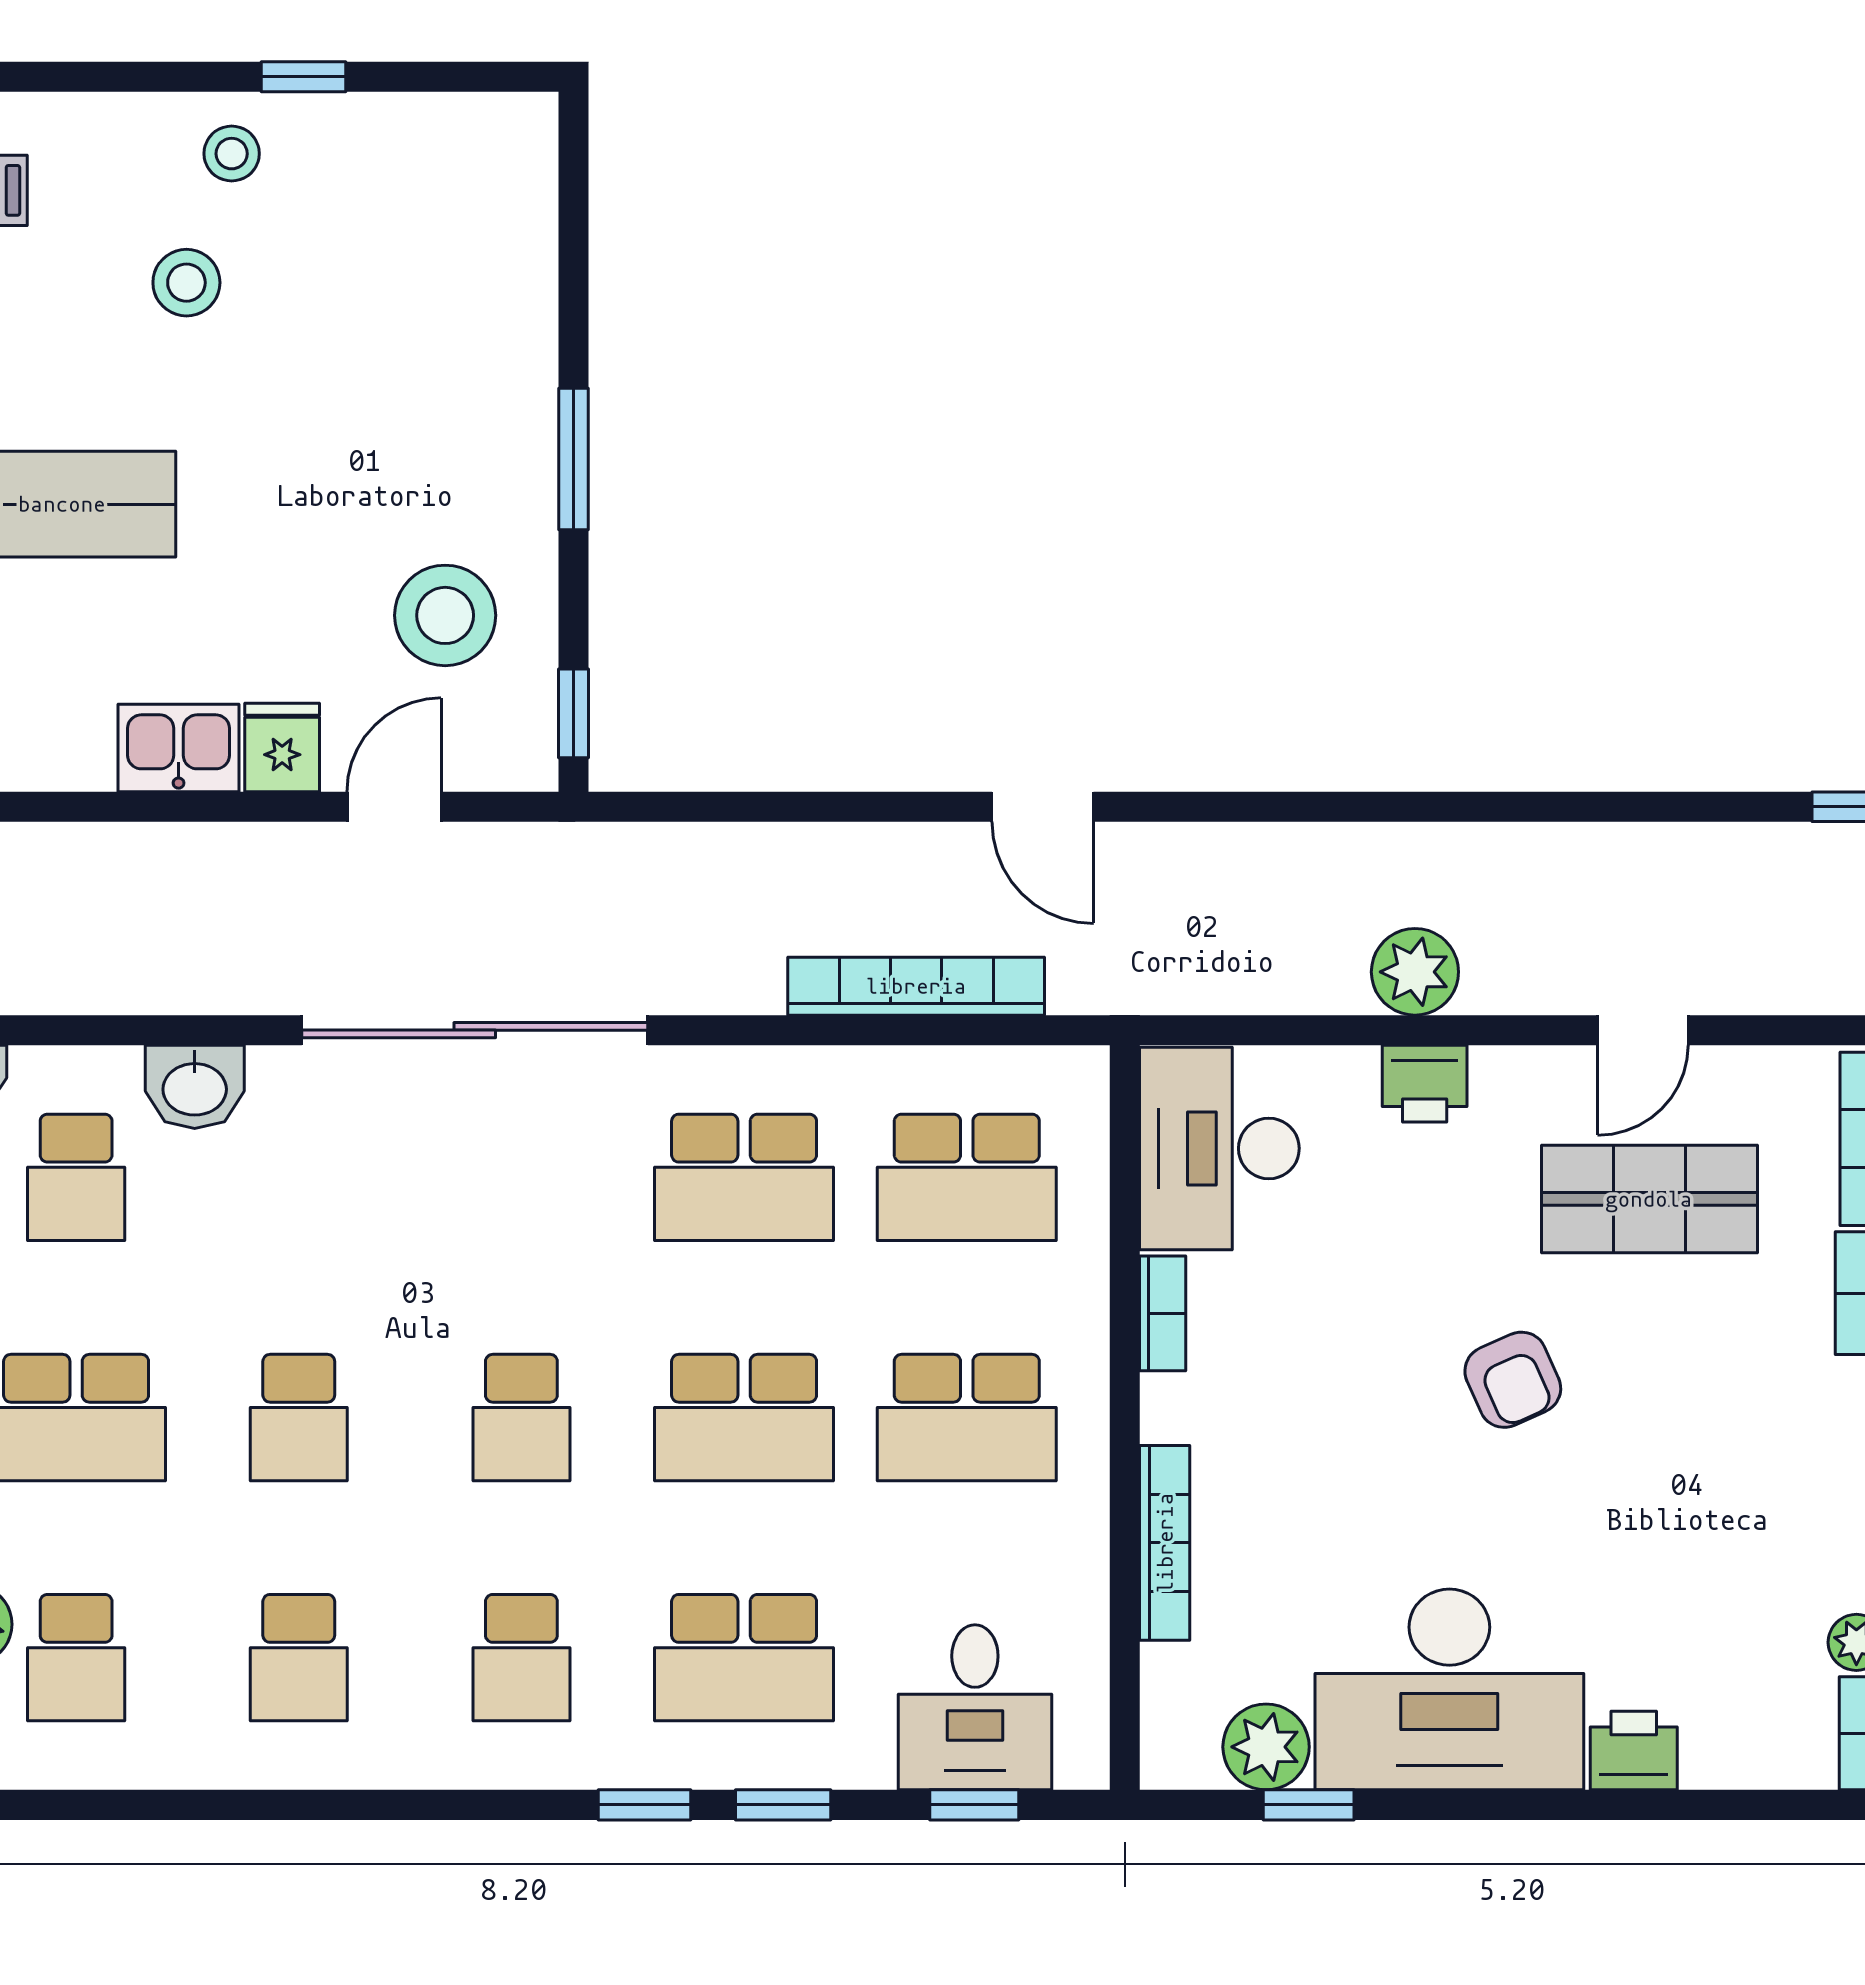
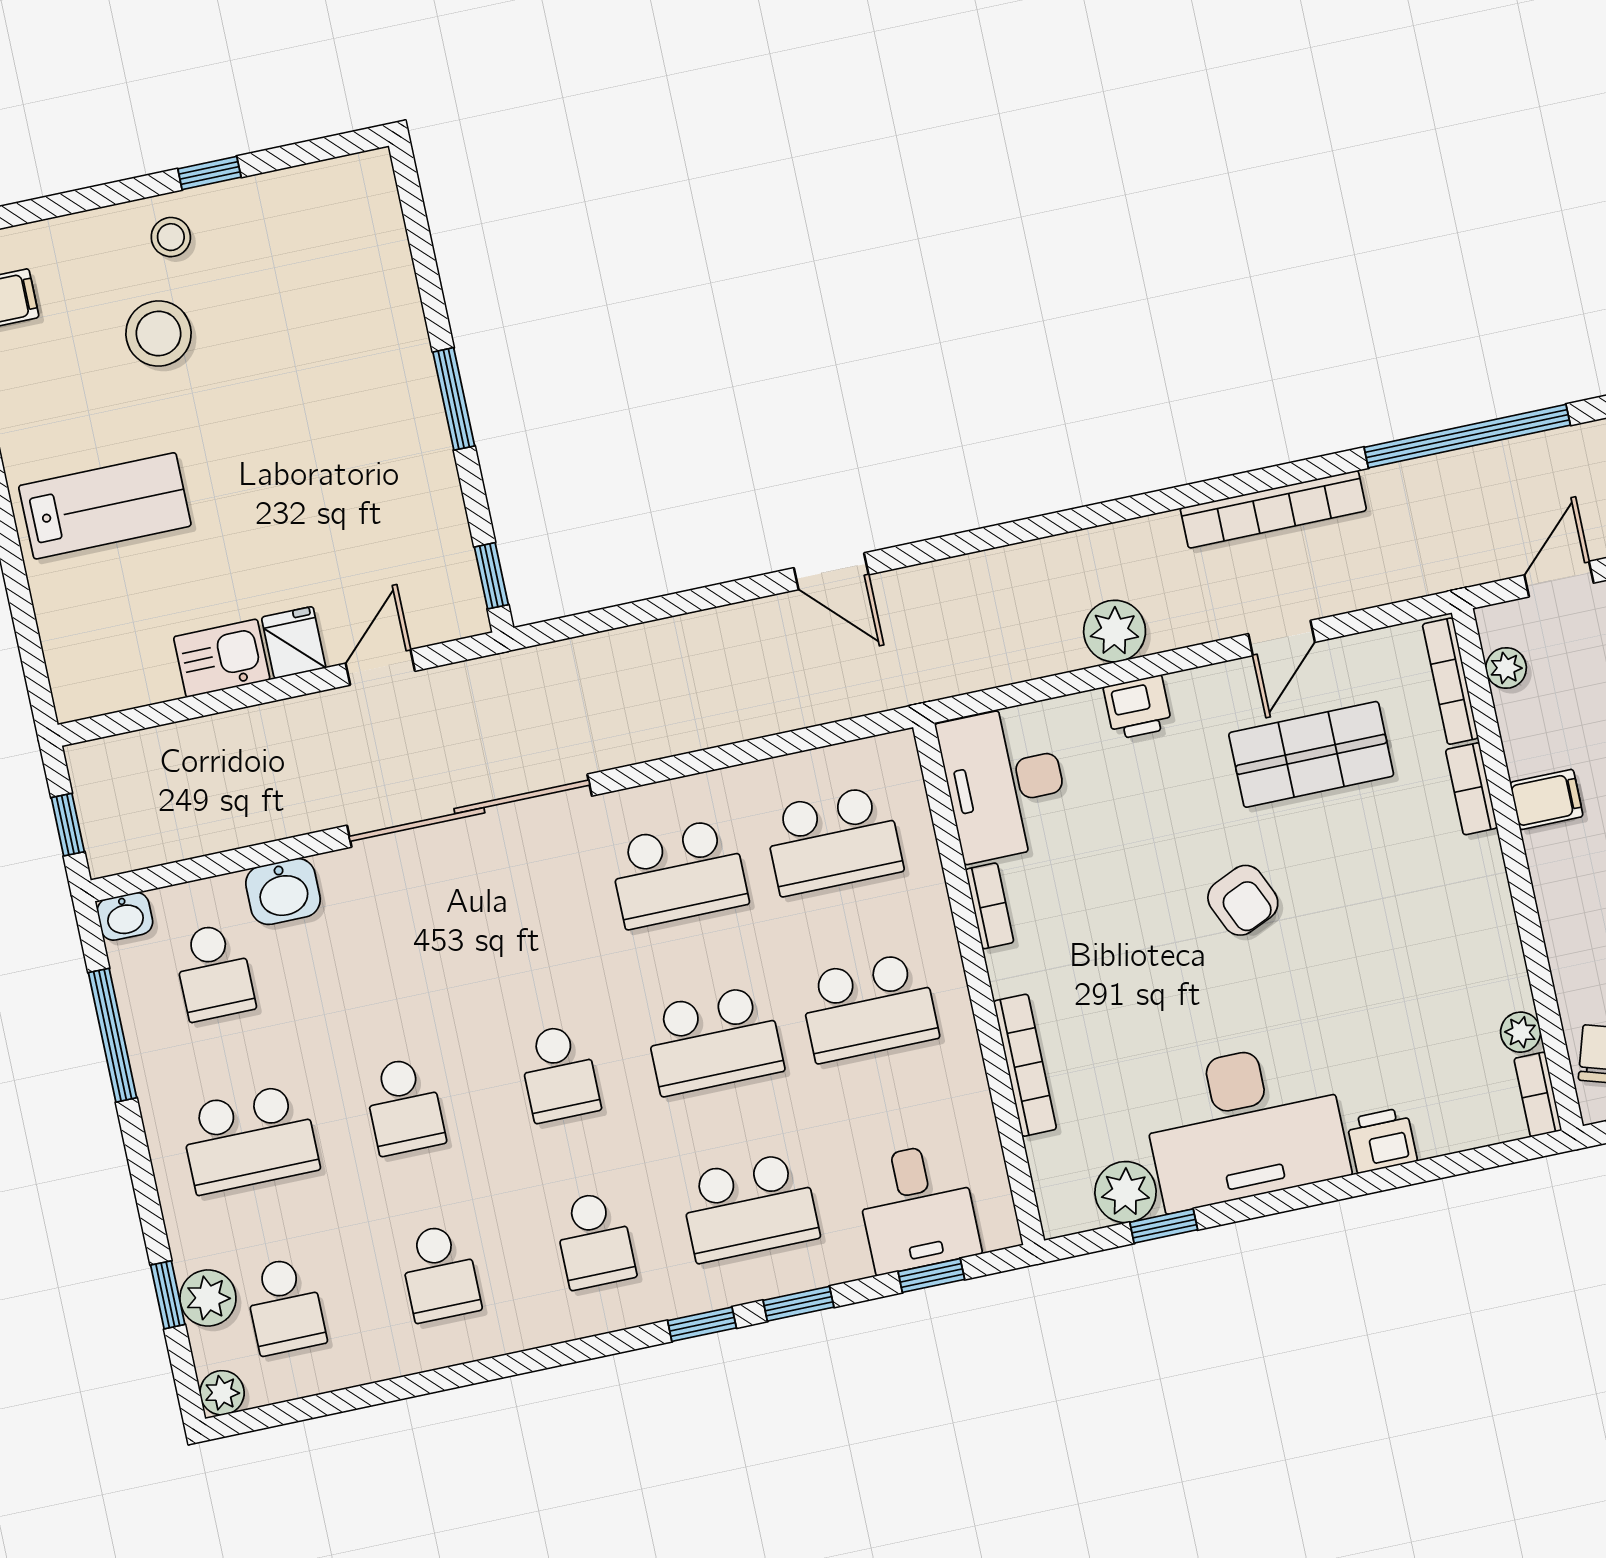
stool: (186, 283) -> (158, 333), width x1.38, depth x1.38
stool: (445, 615) -> (388, 527), removed
bookcase: (916, 986) -> (1273, 509), moved, turned 180

